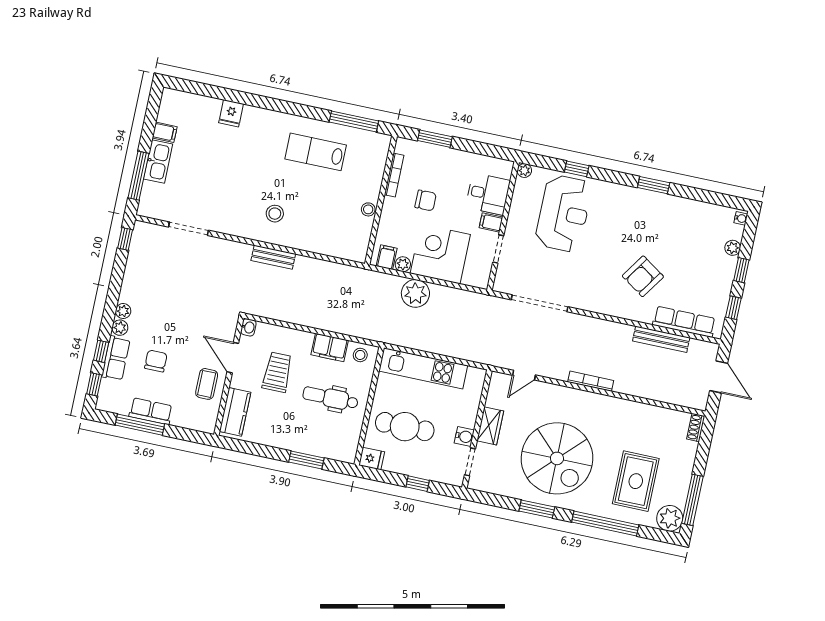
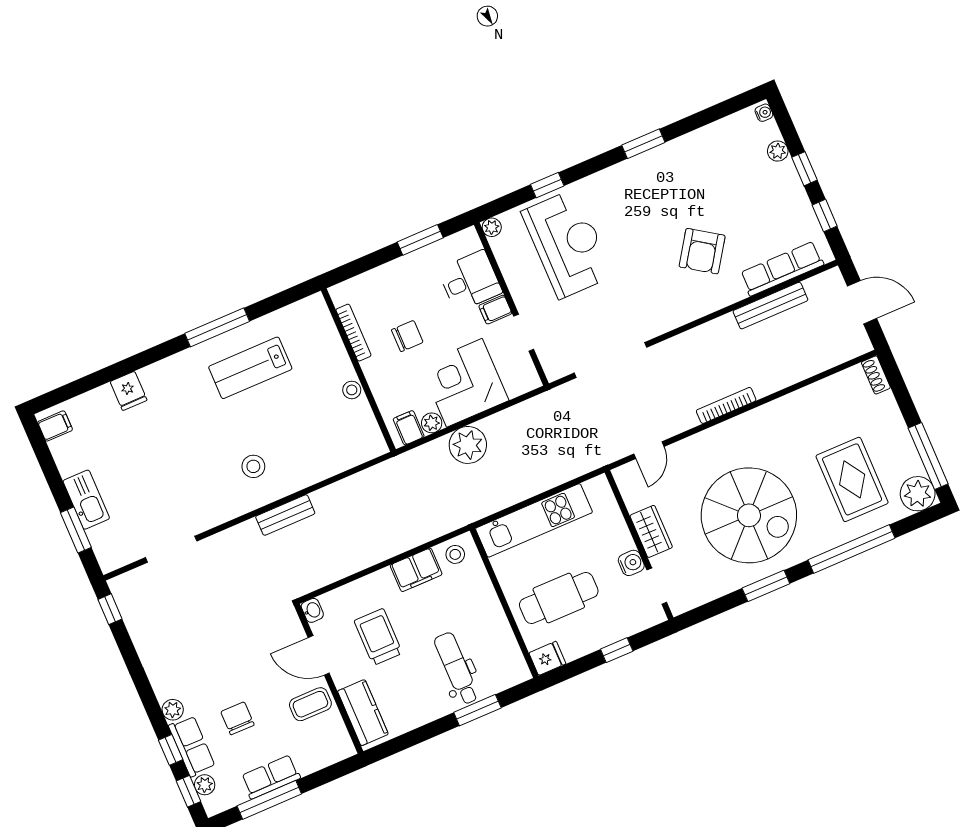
window: (354, 121) -> (217, 327), moved
filing cabinet: (165, 132) -> (55, 426), moved
window: (435, 139) -> (420, 240), moved
window: (139, 176) -> (76, 530), width x0.69
plant: (123, 311) -> (205, 785), moved
coffee table: (207, 384) -> (310, 704), turned 90
dental chair: (330, 398) -> (457, 668), moved, turned 90

